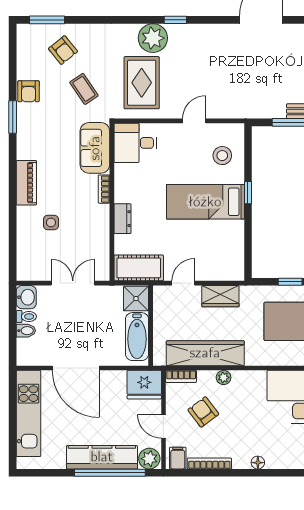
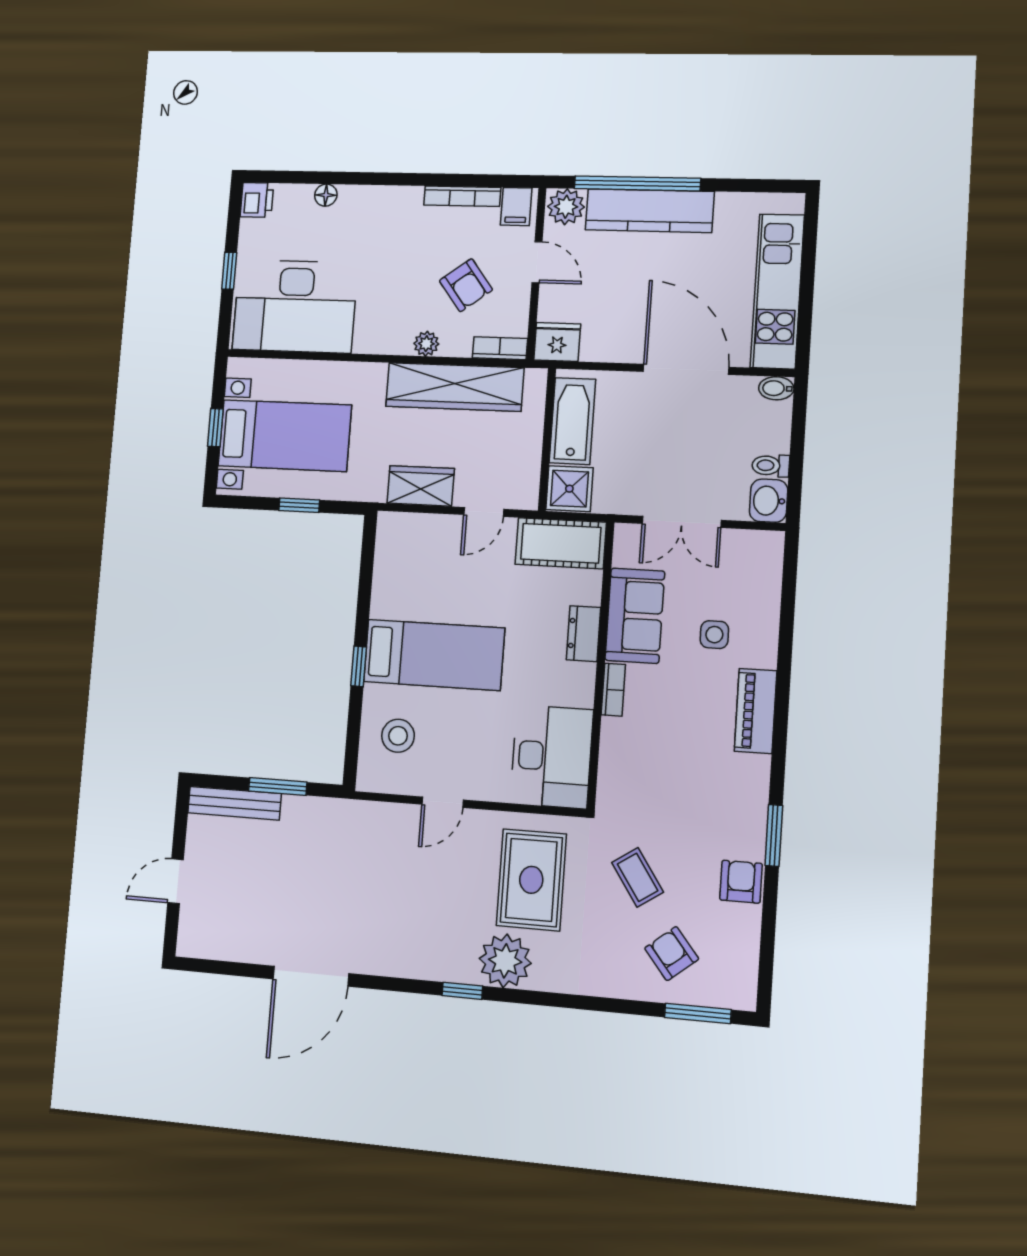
desk: (135, 143) -> (552, 757), width x1.37
sofa: (95, 148) -> (635, 616), moved
bidet: (26, 331) -> (776, 388), moved
fridge: (144, 385) -> (557, 342), width x0.73, depth x0.75
floor lamp: (258, 463) -> (326, 195), moved

